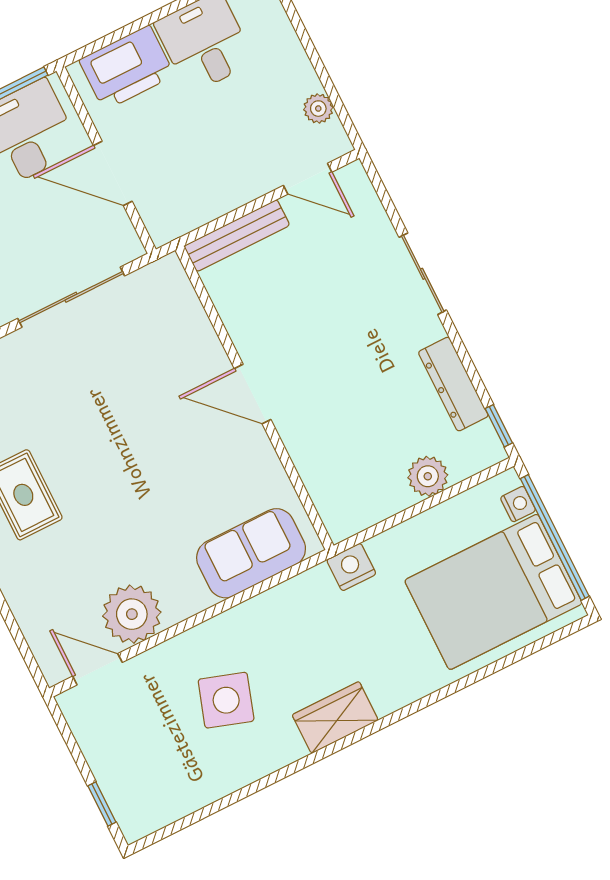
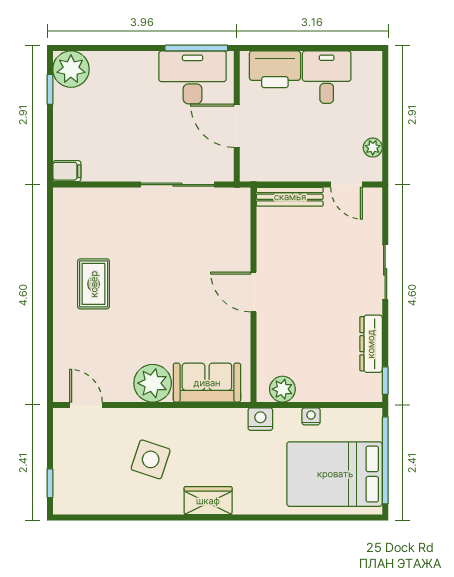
plant: (428, 476) -> (282, 389), moved
nightstand: (518, 504) -> (311, 416), moved, turned -90
plant: (132, 614) -> (153, 383), moved

